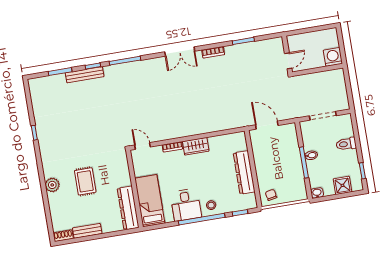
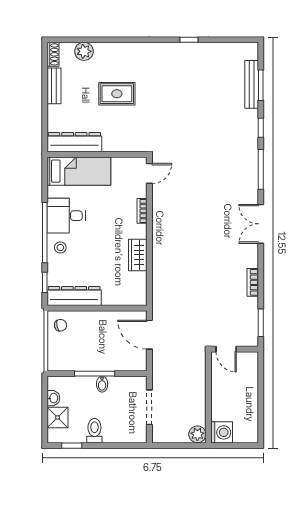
double door: (180, 52) -> (261, 224), moved
wall: (287, 54) -> (235, 349), moved
door: (288, 61) -> (226, 349), moved
bench: (85, 75) -> (252, 84), moved
plant: (337, 75) -> (197, 434), added
door: (267, 125) -> (149, 335), swing flipped
toilet: (346, 144) -> (94, 431), moved
wardrobe: (196, 146) -> (138, 255), moved
dresser: (244, 172) -> (74, 296), moved
plant: (52, 185) -> (84, 51), moved
washbasin: (317, 193) -> (53, 398), moved

